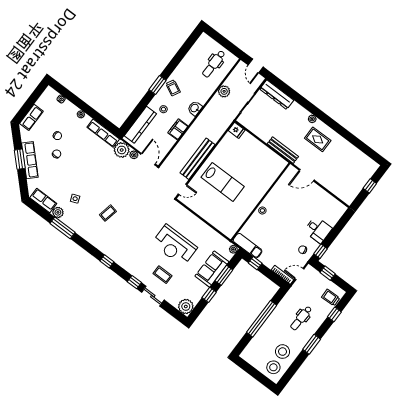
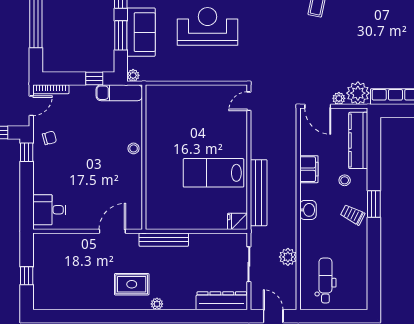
bench: (198, 159) -> (259, 193), moved
lab bench: (223, 182) -> (213, 173), moved
desk: (318, 230) -> (49, 210), moved

